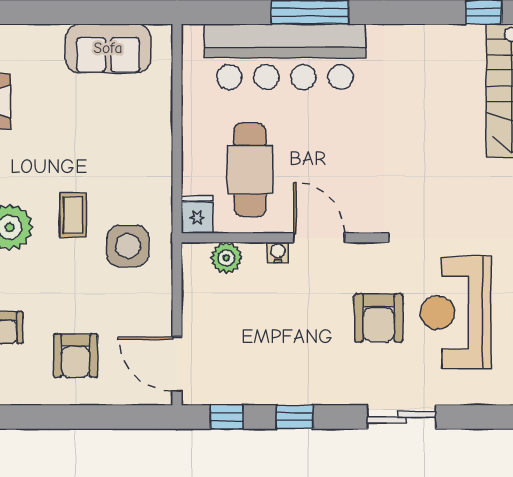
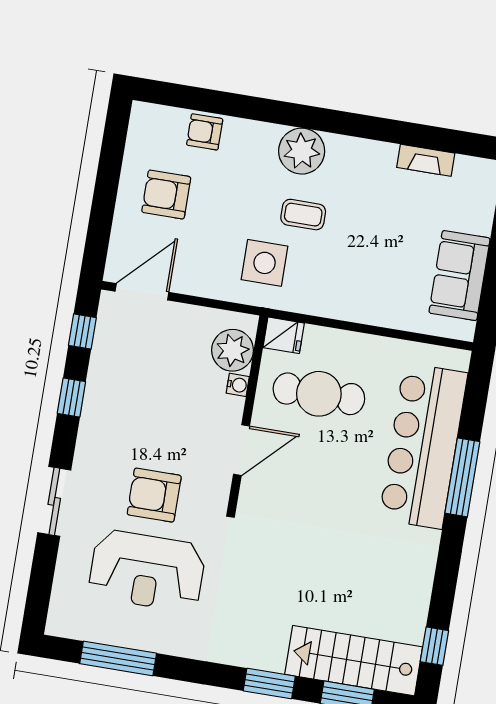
water cooler: (278, 253) -> (238, 385), moved
plant: (226, 258) -> (233, 350), width x1.36, depth x1.36
reception desk: (456, 313) -> (147, 571), turned 180

